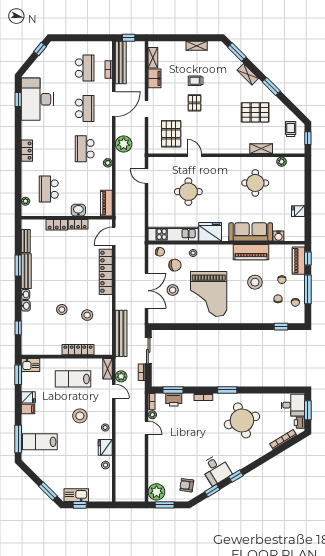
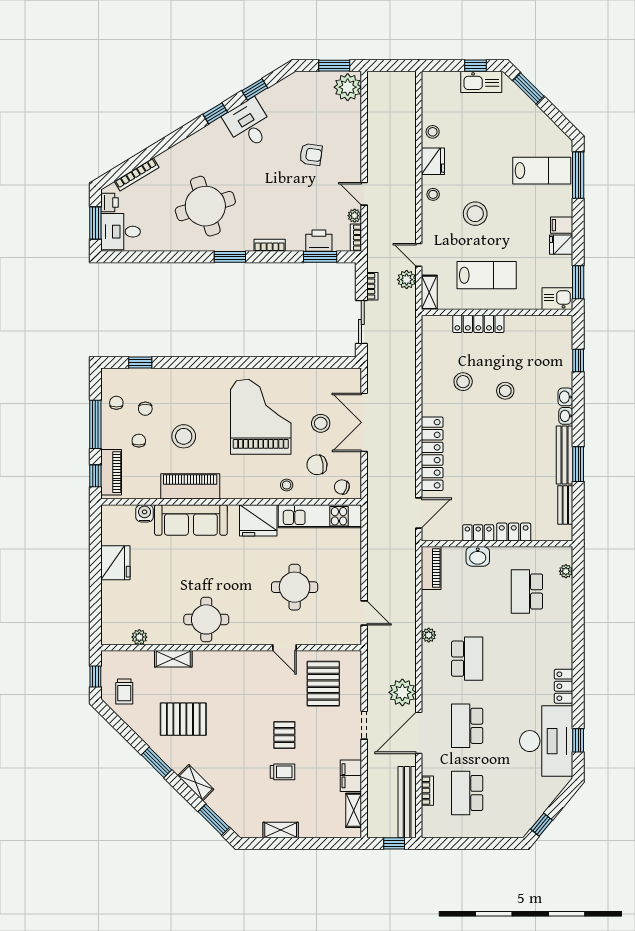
plant: (124, 144) -> (402, 692), moved
locker: (27, 151) -> (564, 686), moved
round table: (255, 183) -> (206, 619), moved
school desk: (49, 189) -> (527, 591), turned 180
fridge: (298, 211) -> (115, 563), width x1.88, depth x1.34
bench: (121, 333) -> (406, 351), removed
armchair: (187, 485) -> (311, 154), moved

